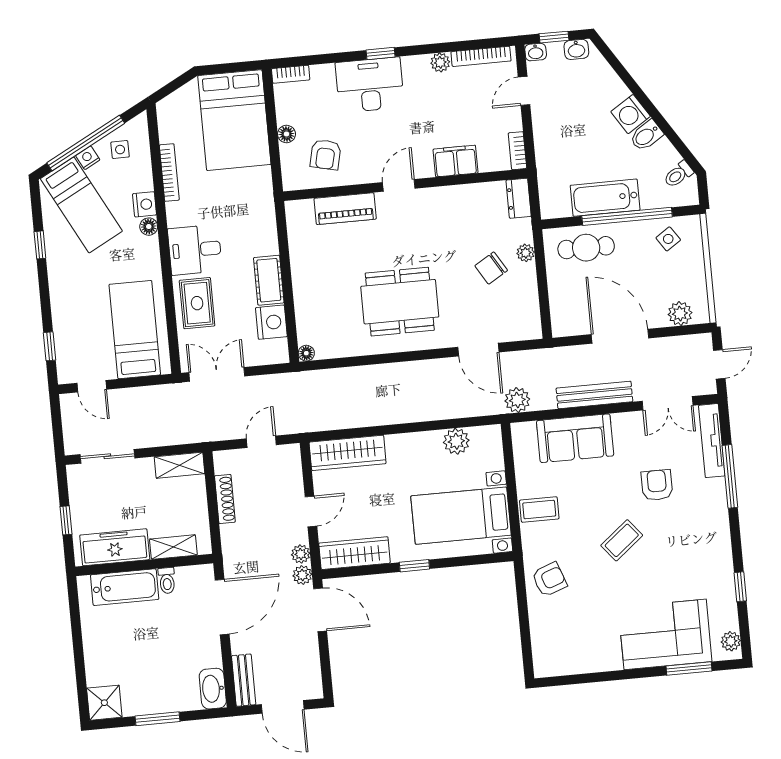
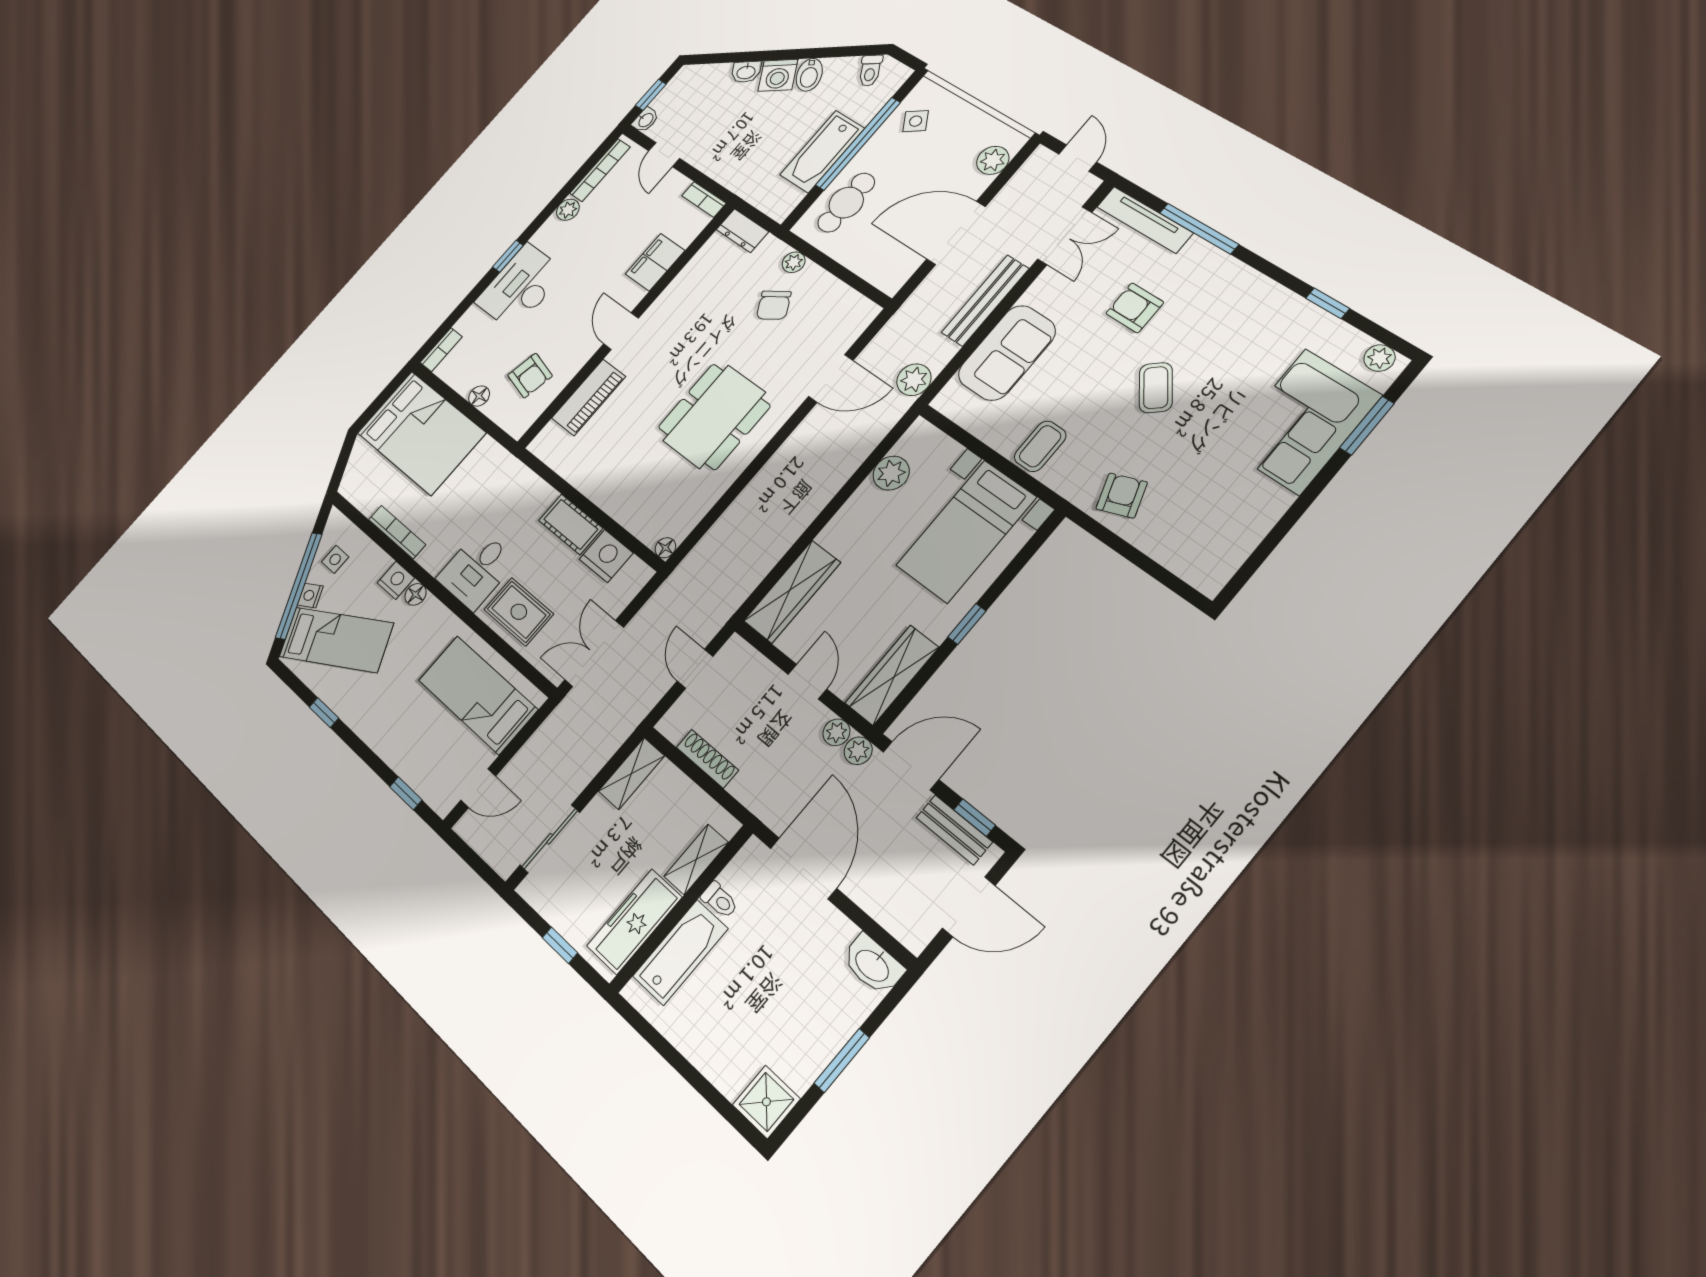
washbasin: (576, 49) -> (746, 72), moved, turned 57
window: (326, 667) -> (975, 817), added
bench: (244, 680) -> (954, 830), moved

